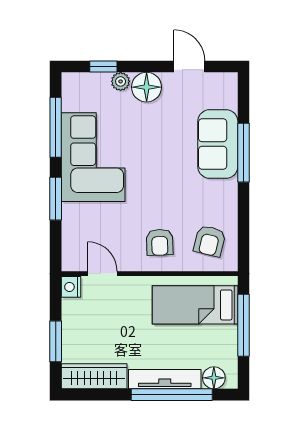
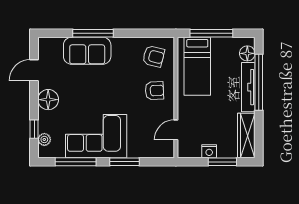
plant: (121, 81) -> (44, 139), moved
nightstand: (71, 287) -> (209, 151), moved

